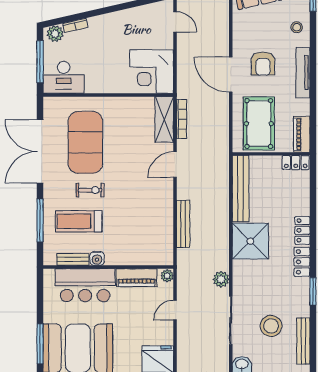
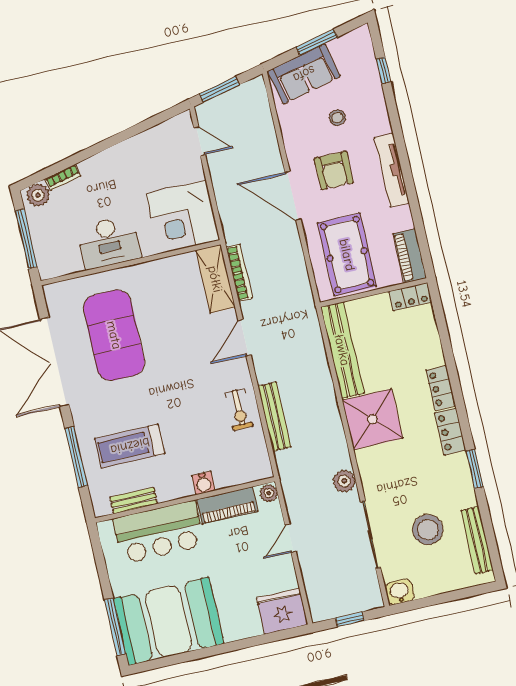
stool: (297, 27) -> (337, 118), moved
desk: (64, 77) -> (109, 242), moved
exercise bike: (90, 190) -> (239, 409), moved, turned 90
water cooler: (97, 258) -> (204, 483), moved

